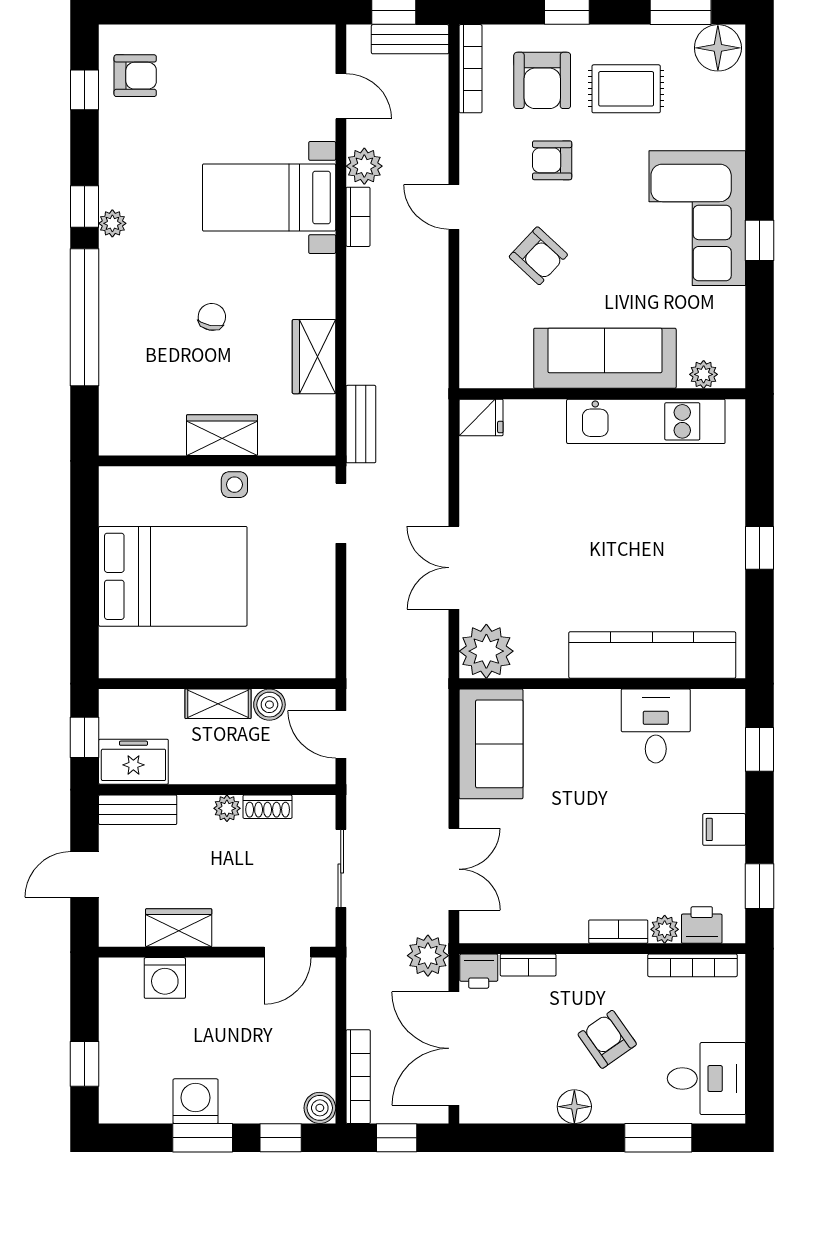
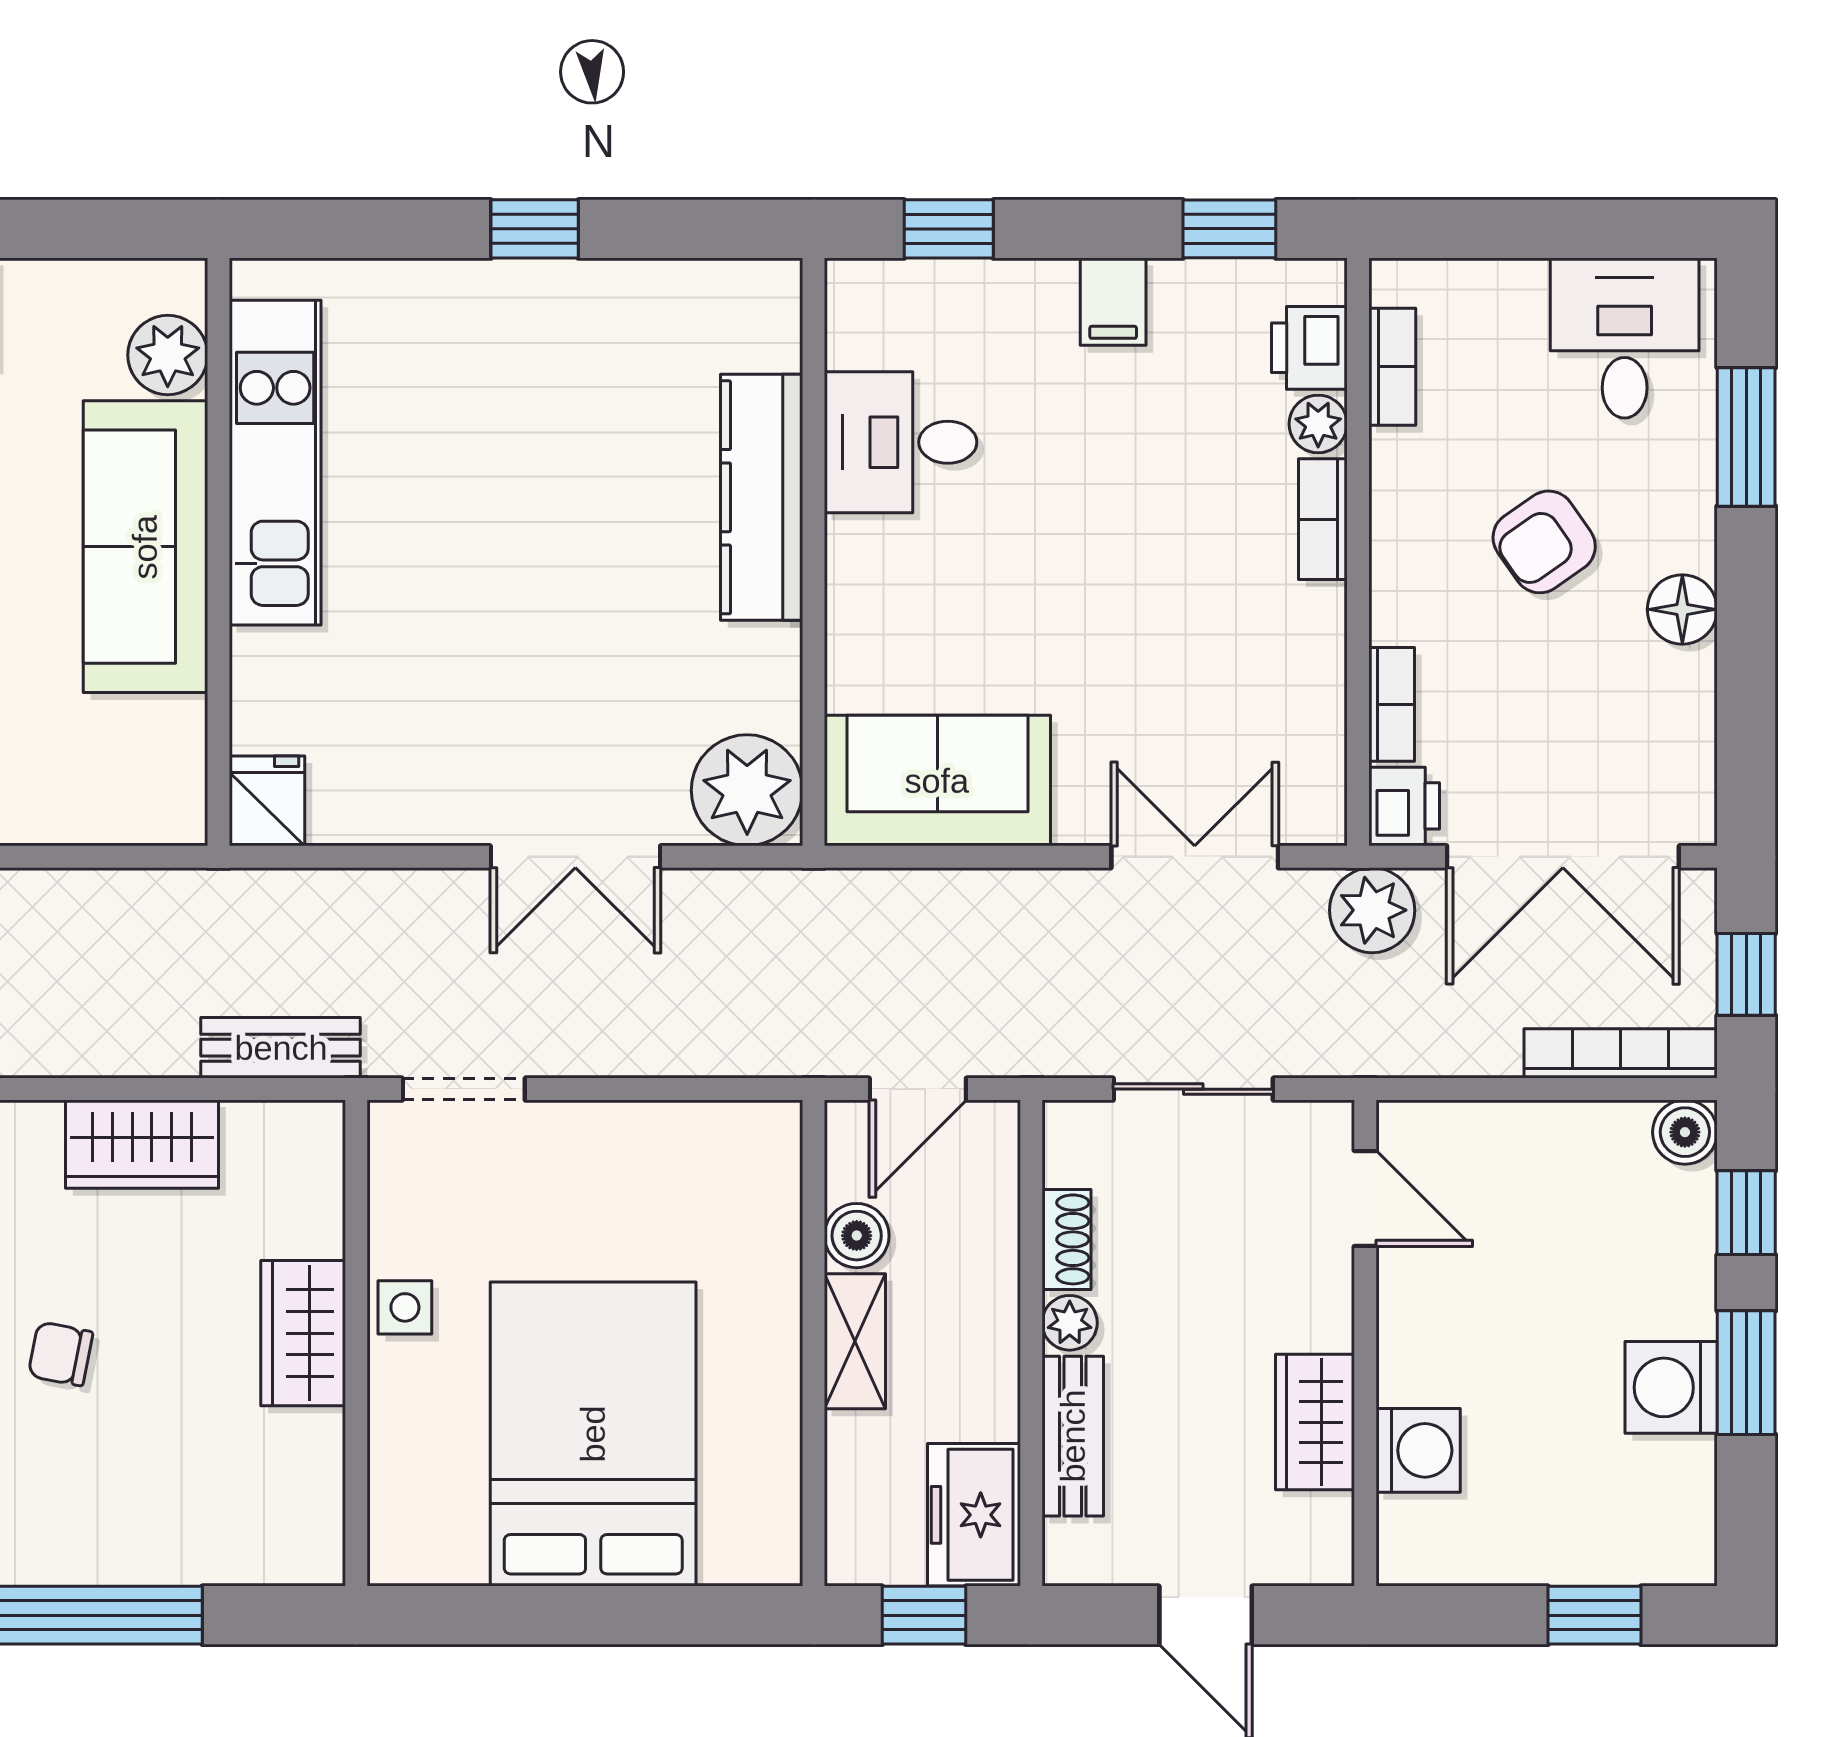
plant: (704, 374) -> (168, 355), width x1.38, depth x1.38
kitchen counter: (652, 655) -> (762, 497), width x0.72, depth x0.86
bench: (138, 810) -> (1073, 1436), moved
bookcase: (693, 965) -> (1392, 367), width x0.64

